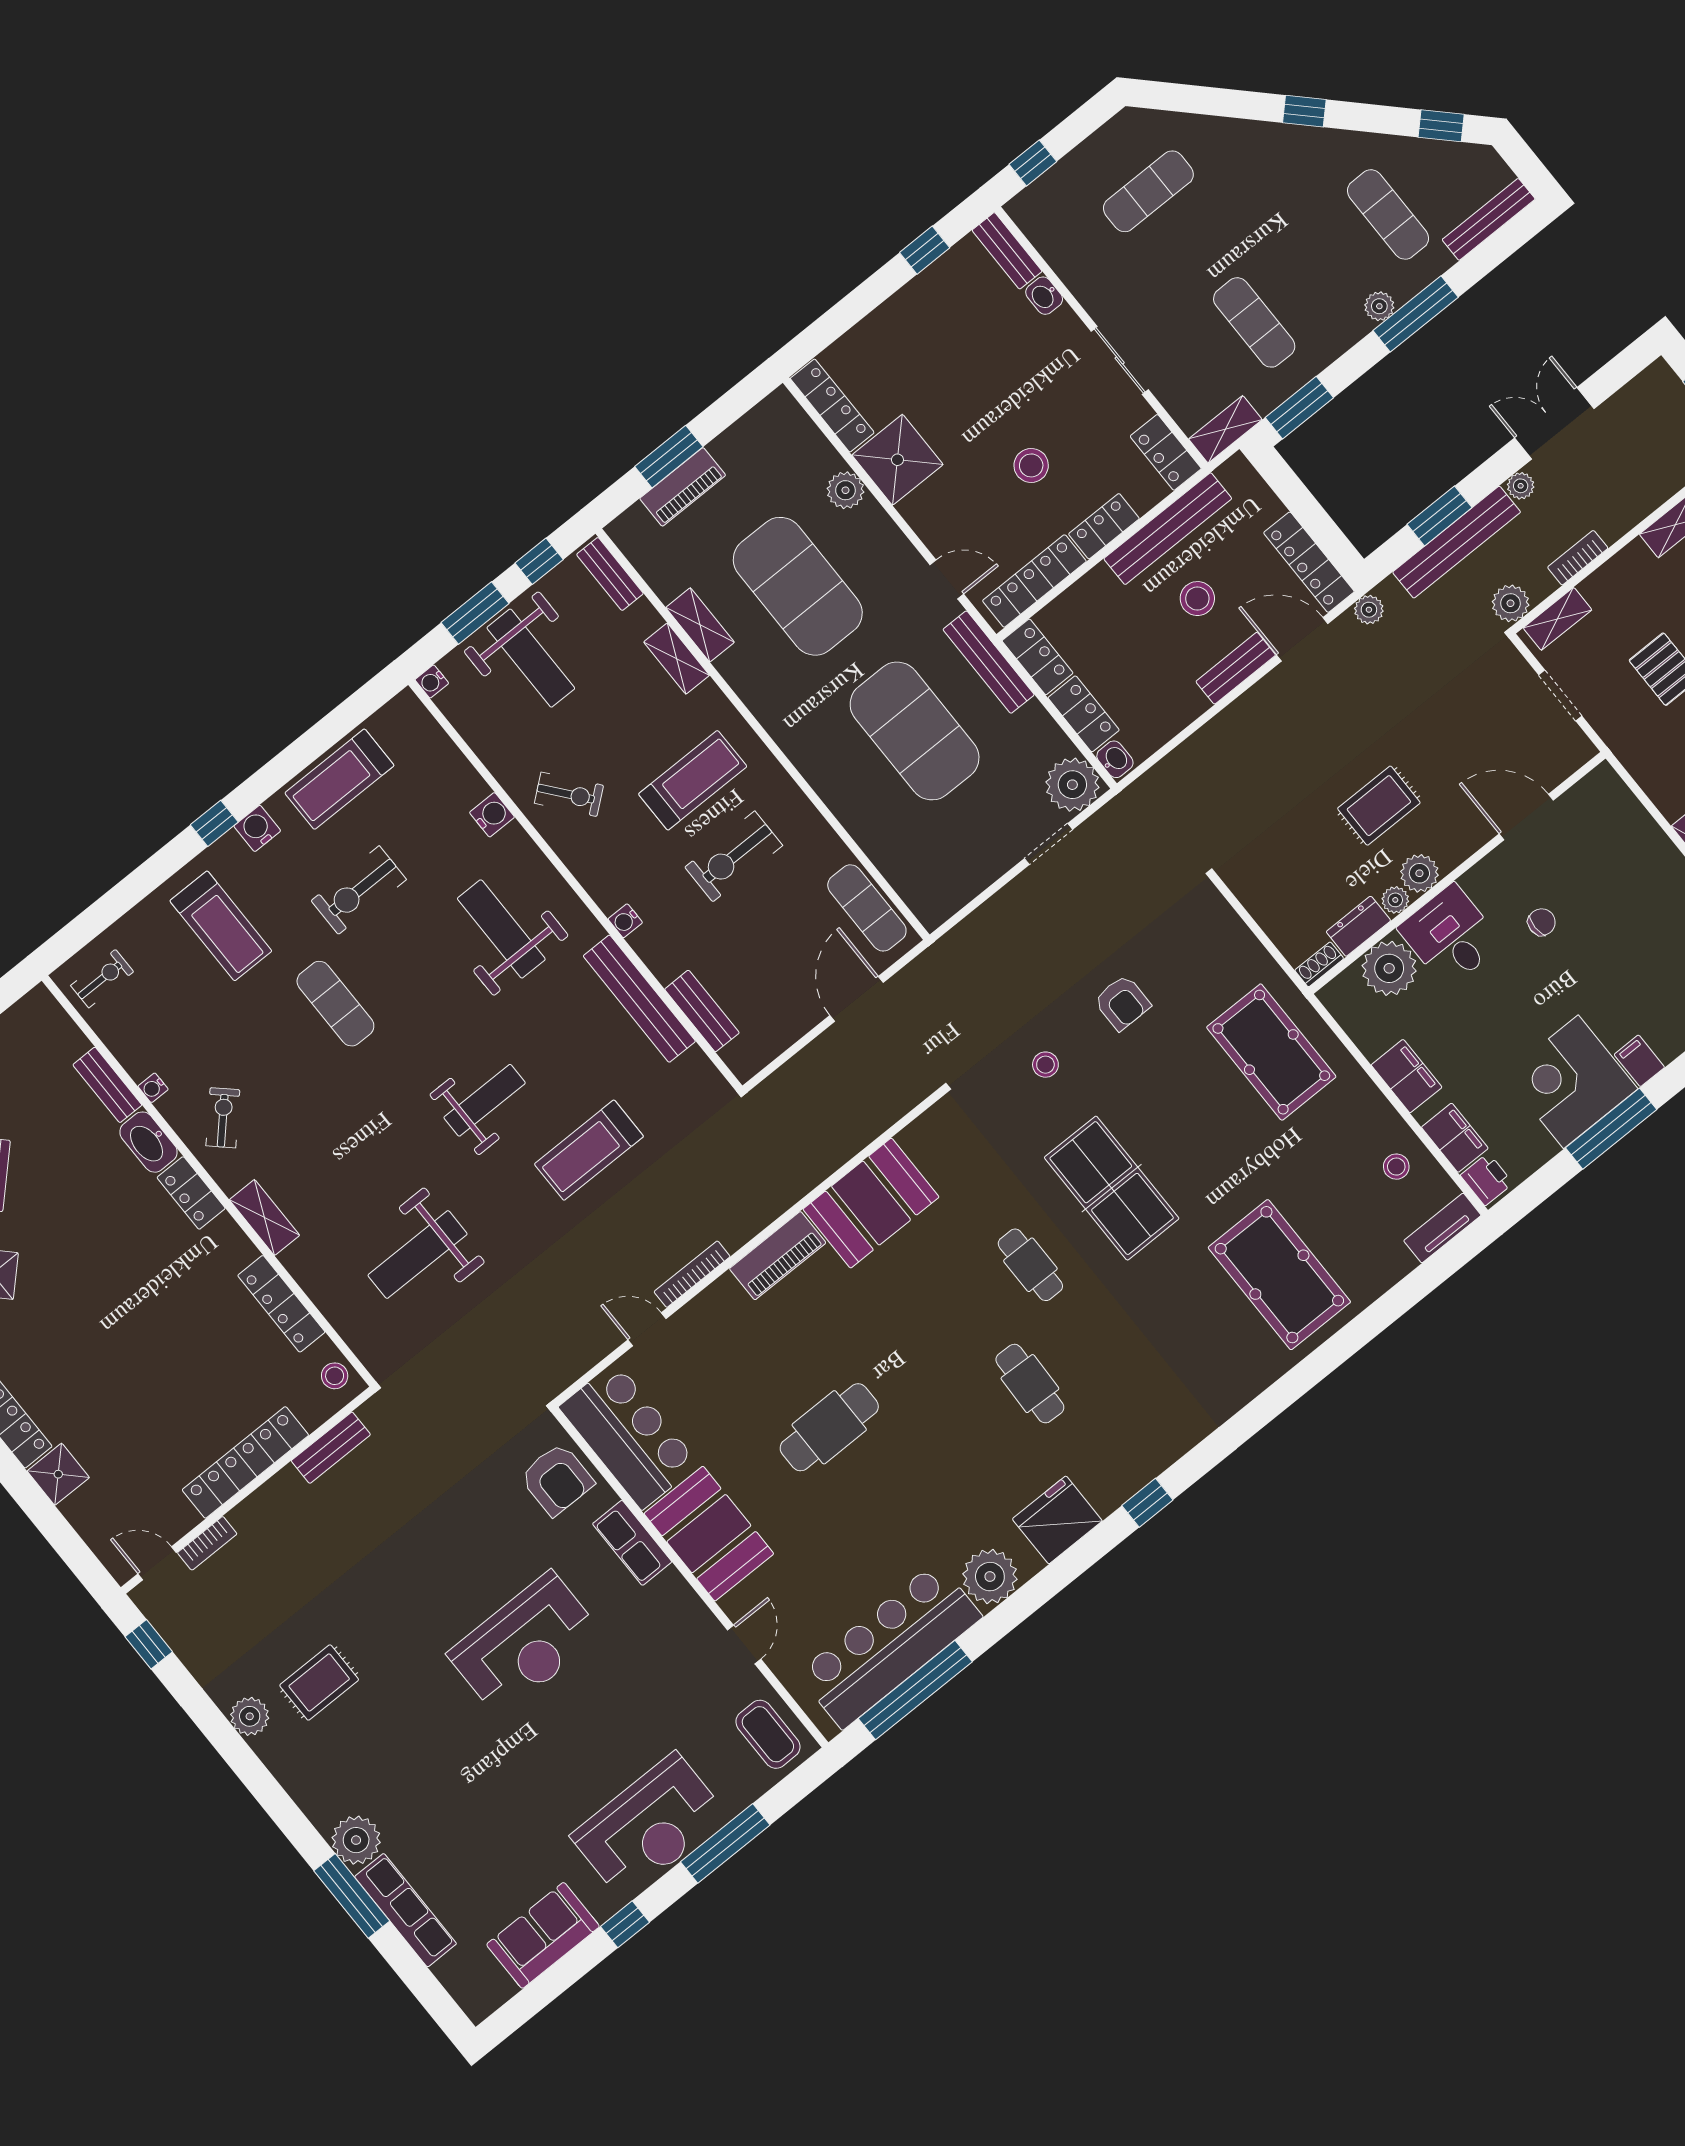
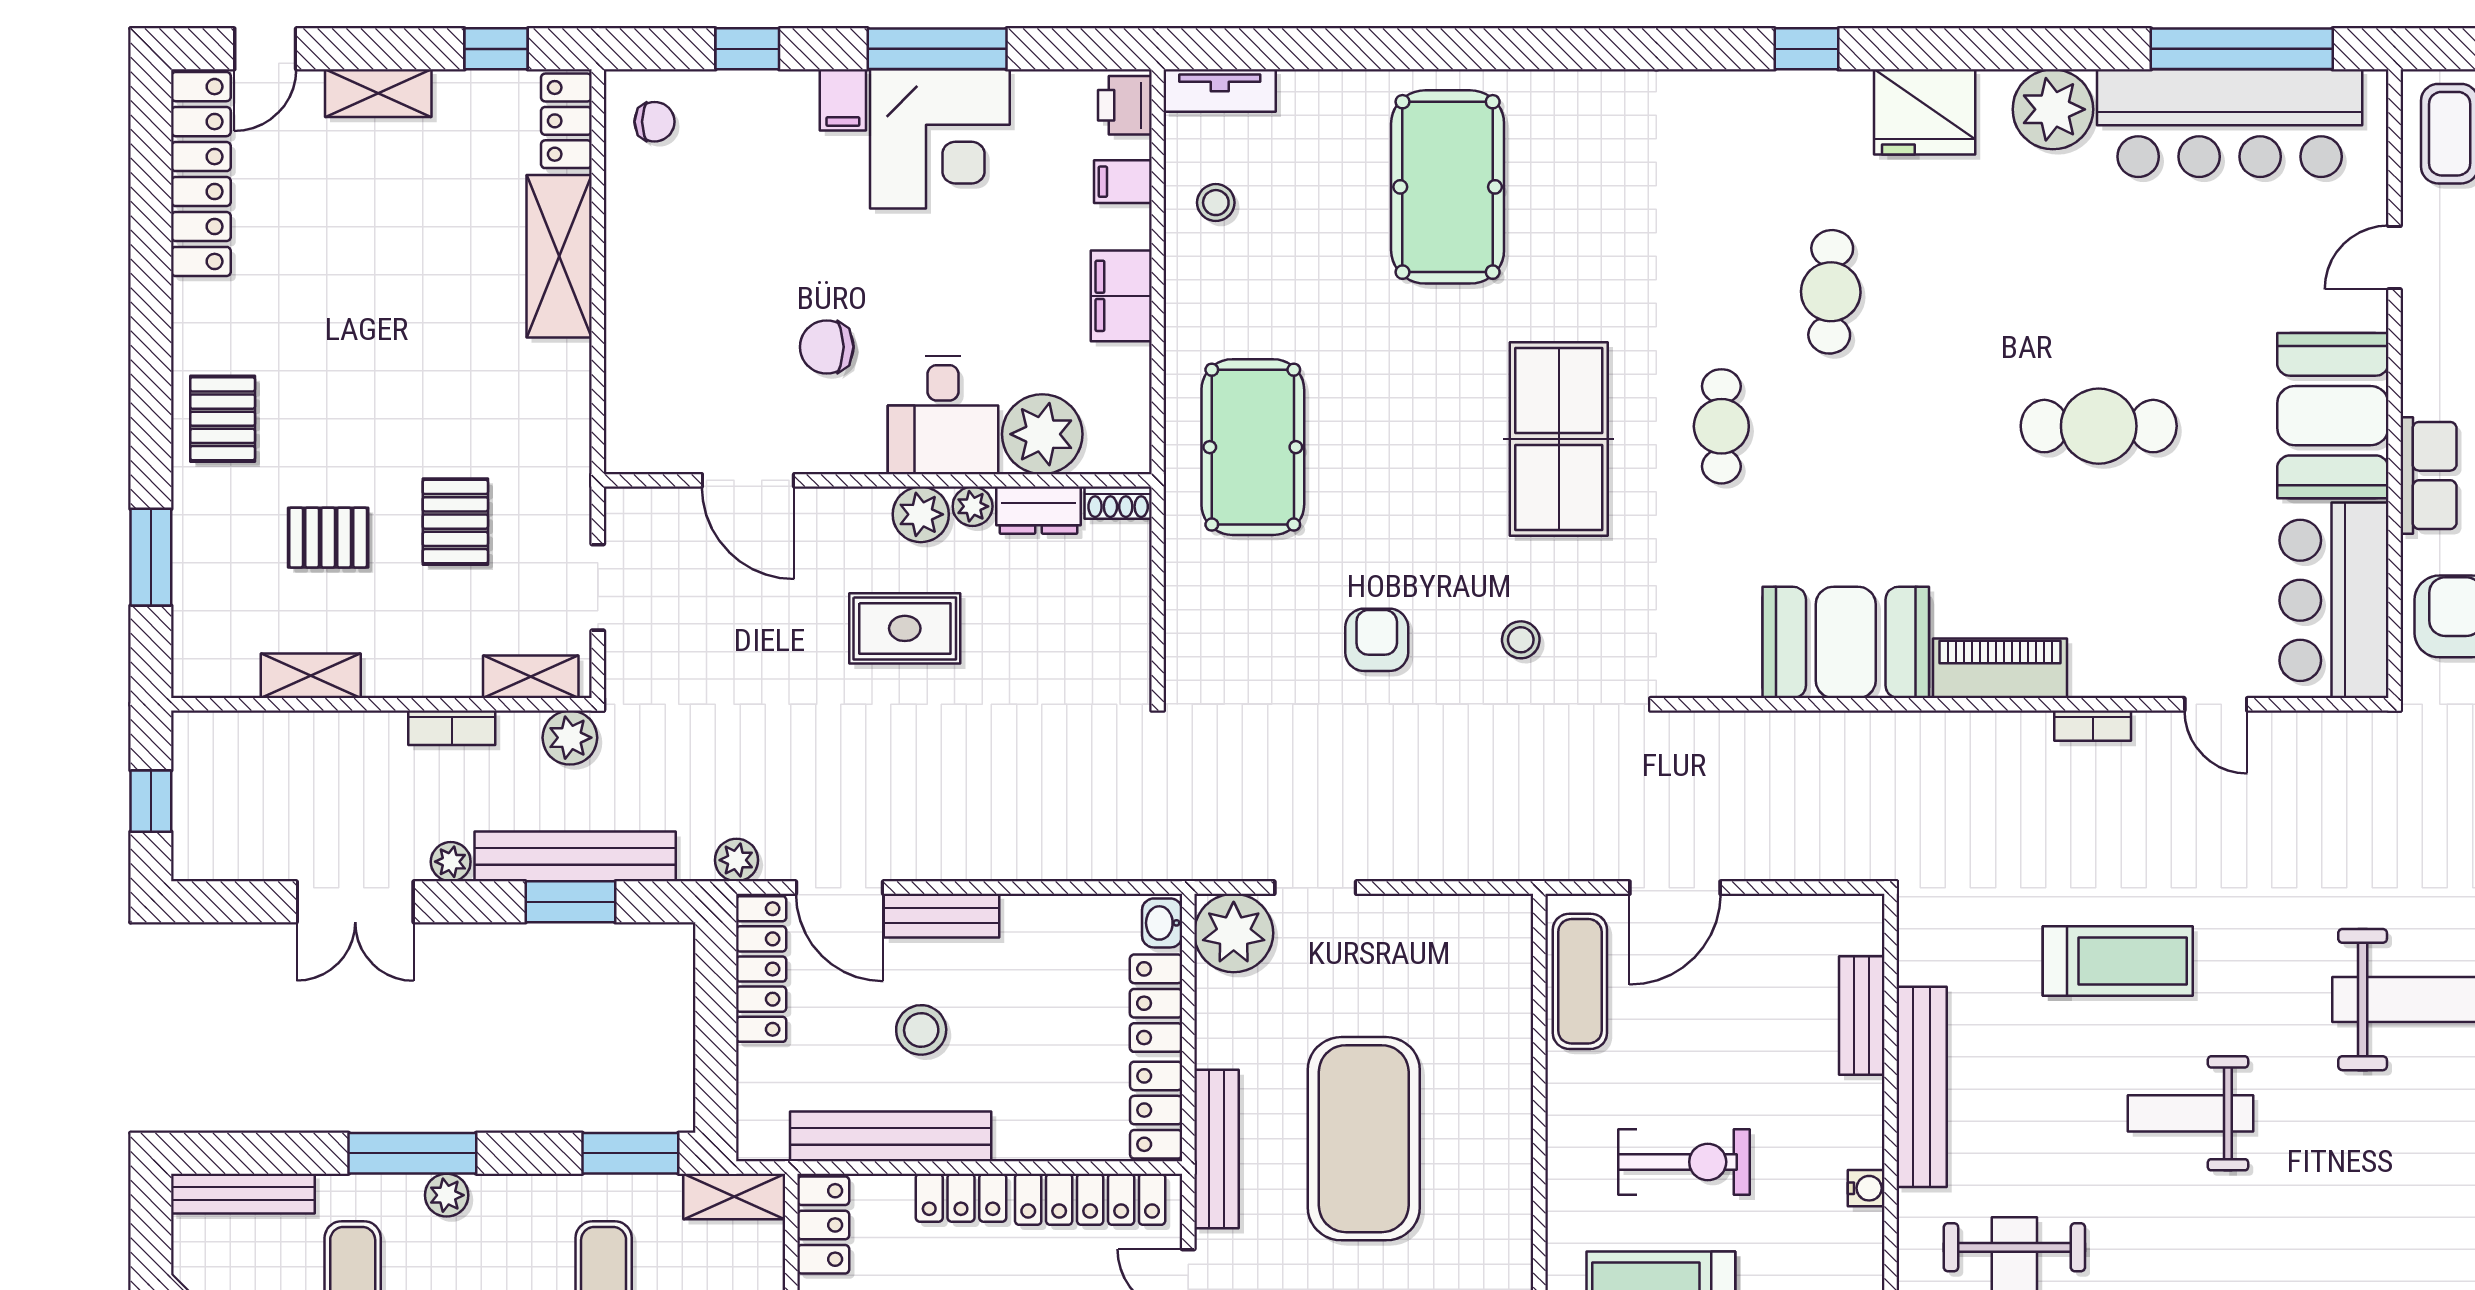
chair: (1542, 922) -> (827, 347), width x1.37, depth x1.37
filing cabinet: (1455, 1138) -> (1123, 182), width x0.50
bookcase: (692, 1274) -> (2093, 726), width x0.64

